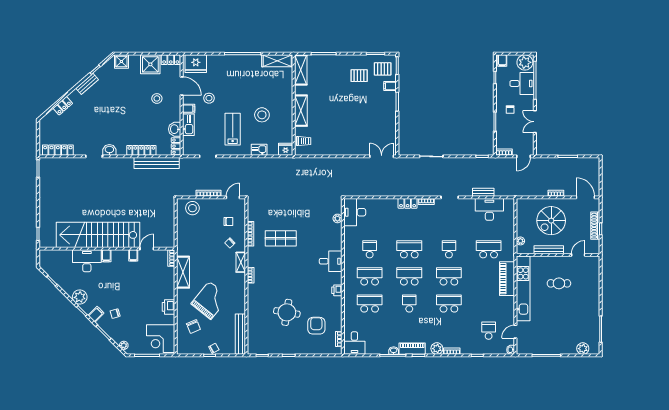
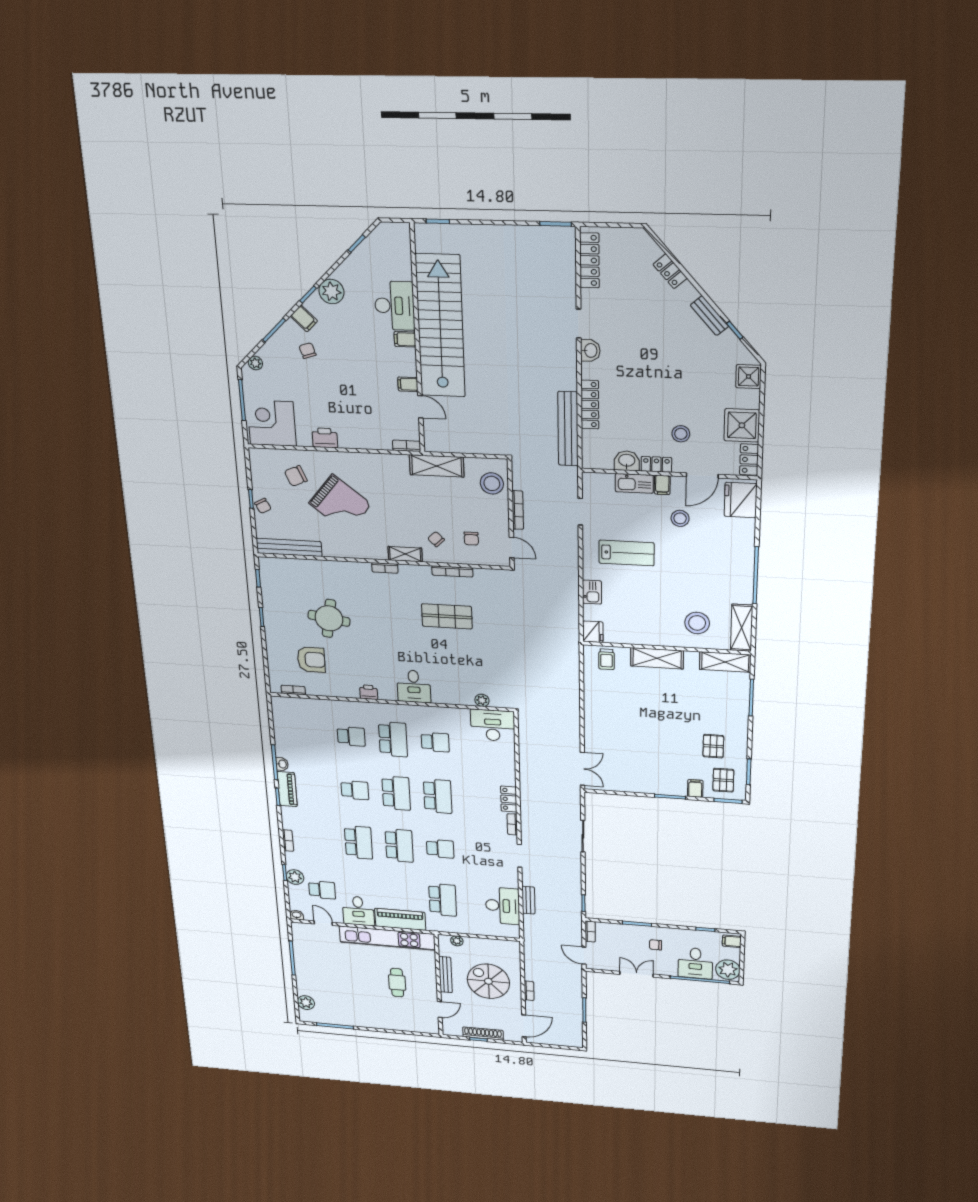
stool: (262, 115) -> (697, 623), moved
locker: (176, 146) -> (656, 464), moved
shop shelf: (281, 238) -> (447, 616), turned 90
door: (578, 255) -> (440, 1009), hinge flipped
shelving: (183, 272) -> (437, 466), moved
school desk: (370, 304) -> (351, 736), width x0.54
desk: (354, 343) -> (358, 911), moved, turned -90
plant: (437, 349) -> (295, 877), moved

